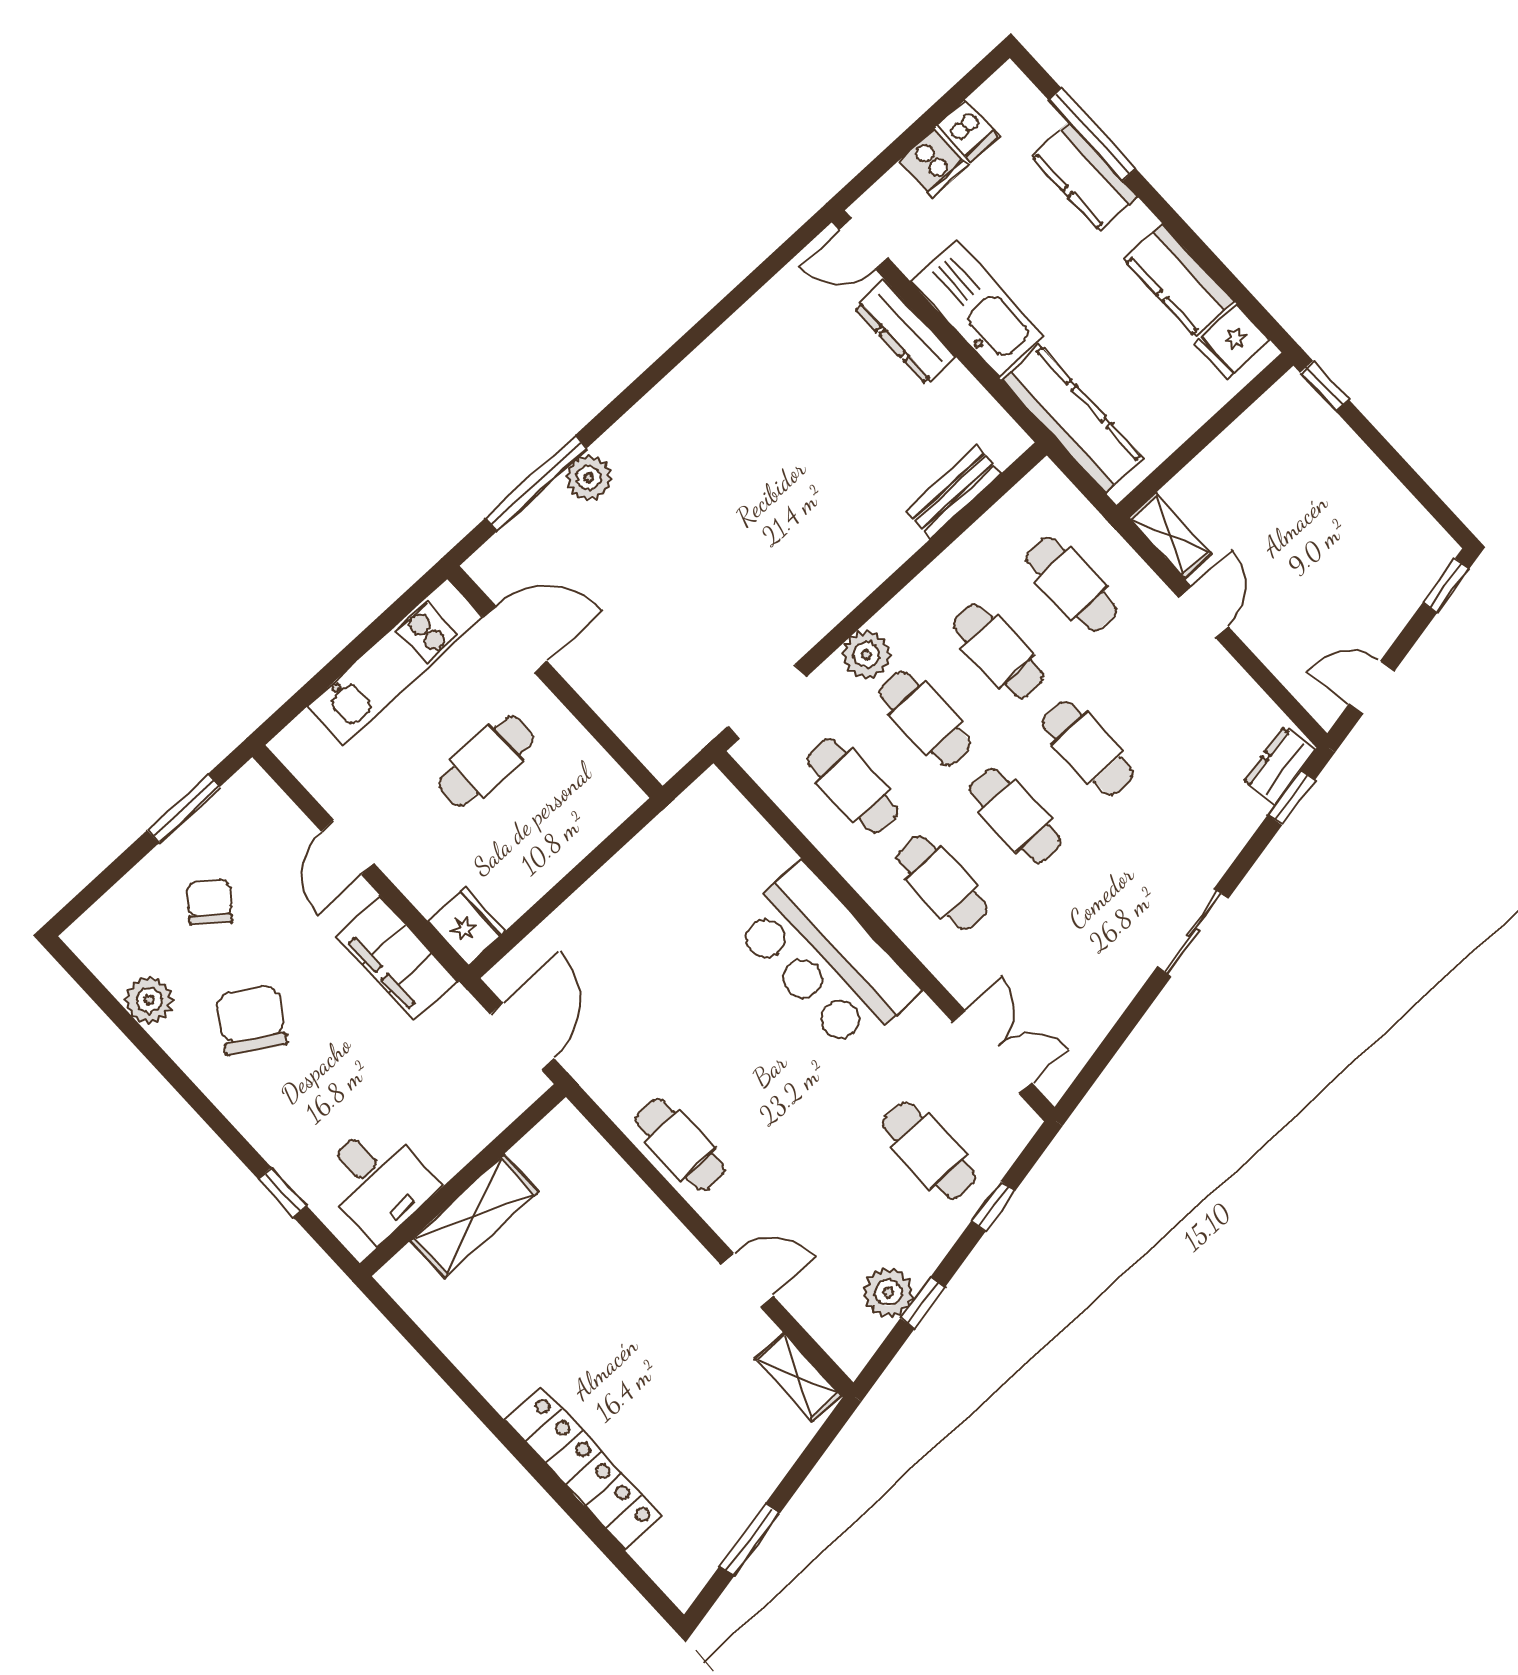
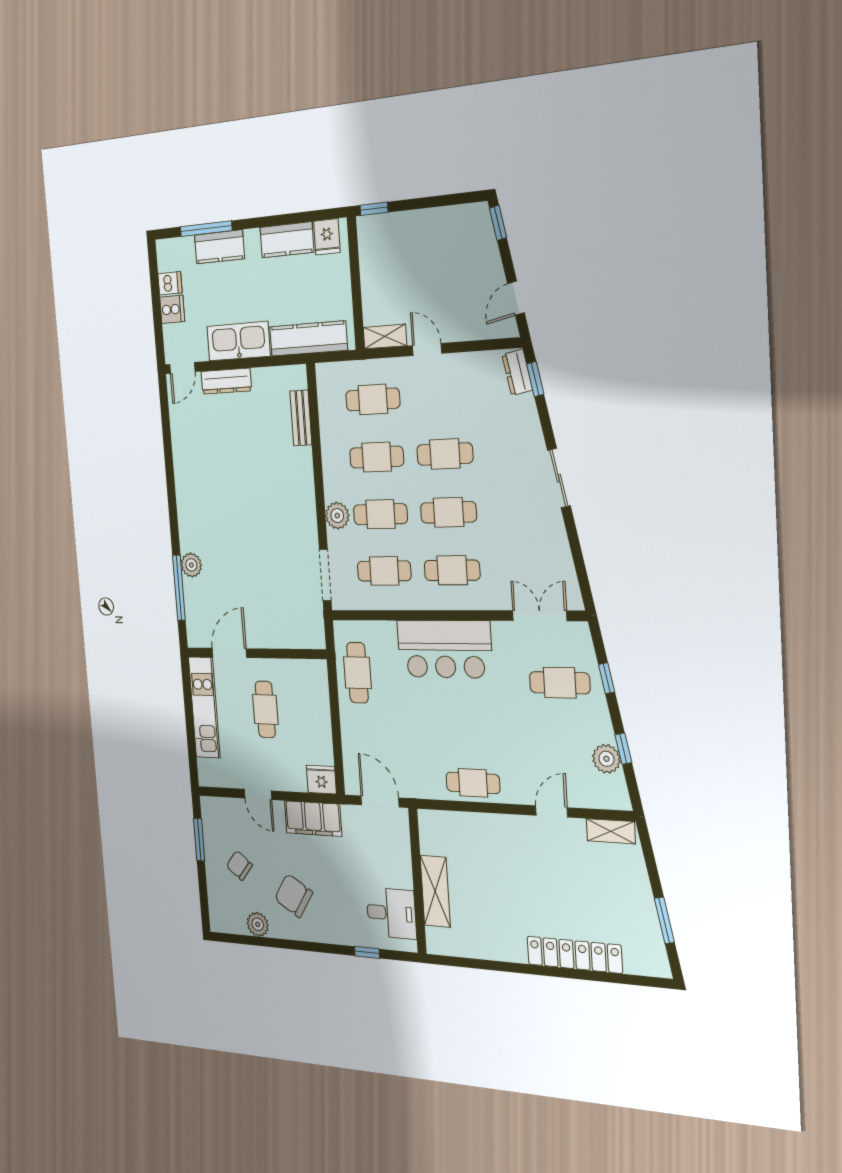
cafe table: (674, 859) -> (357, 673), added

